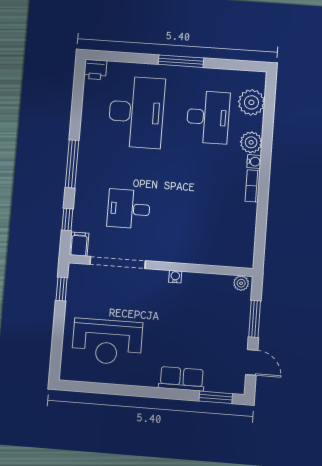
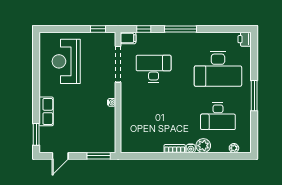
plant: (251, 102) -> (234, 148), width x0.53, depth x0.53
desk: (129, 209) -> (154, 69), width x1.37
plant: (241, 283) -> (111, 145), removed
window: (255, 319) -> (99, 156), moved

